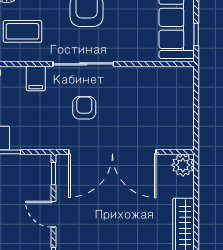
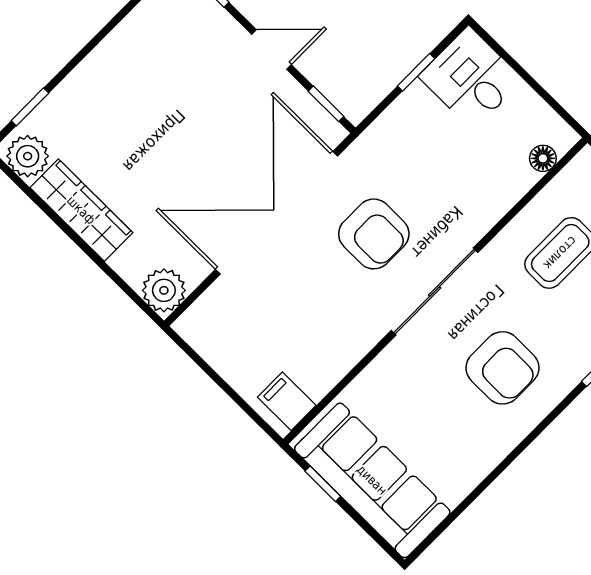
filing cabinet: (36, 78) -> (287, 401), moved
armchair: (84, 108) -> (374, 234), width x1.38, depth x1.38

